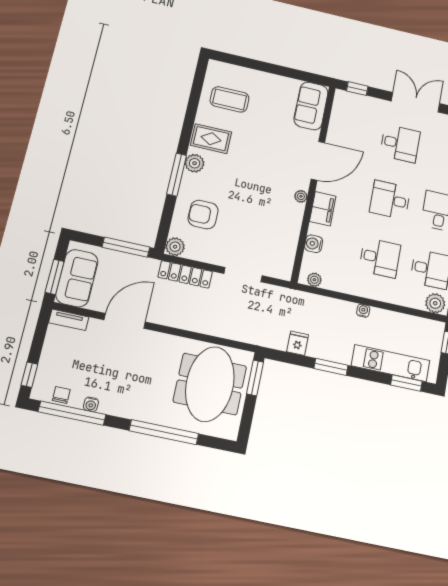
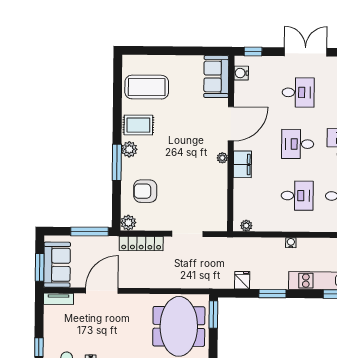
coffee table: (230, 99) -> (147, 87), width x1.36, depth x1.32
water cooler: (314, 244) -> (241, 73), moved

